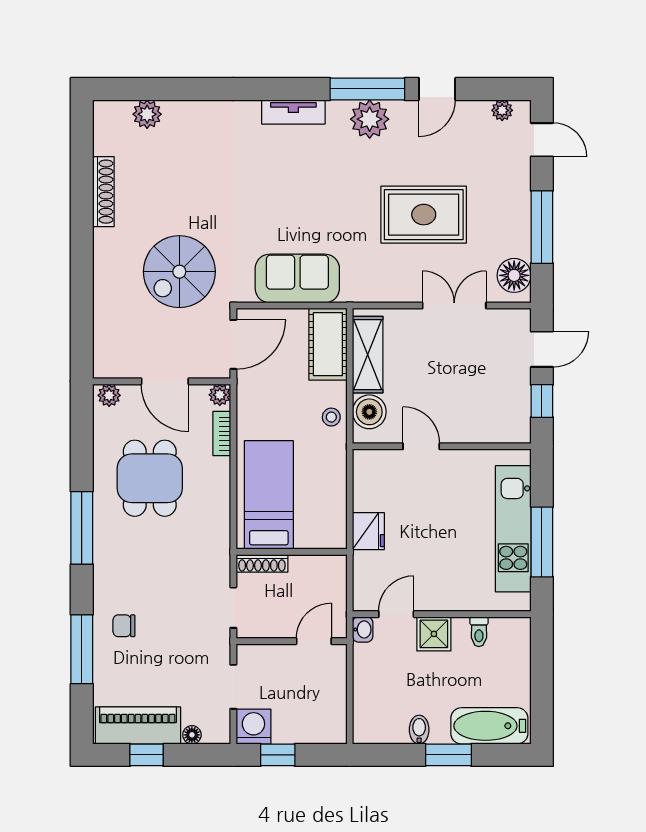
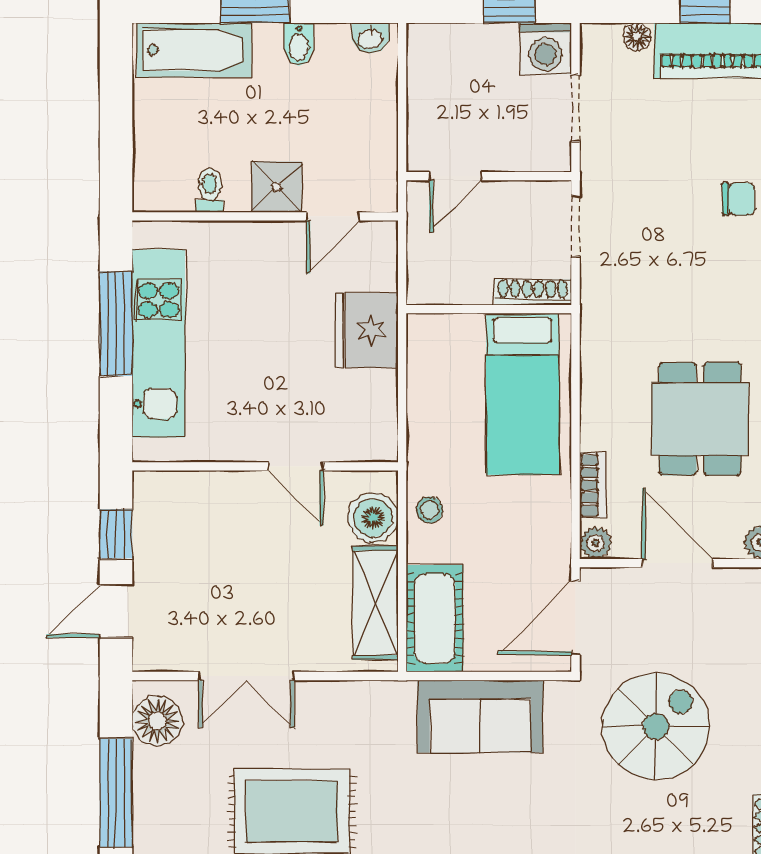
fridge: (368, 531) -> (366, 330), width x1.36, depth x1.34
washbasin: (363, 629) -> (370, 38), moved, turned -90

